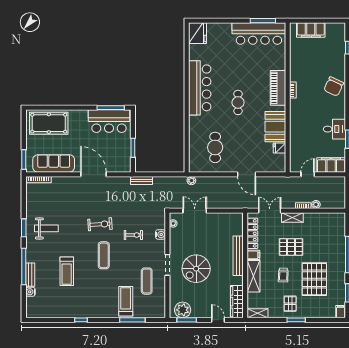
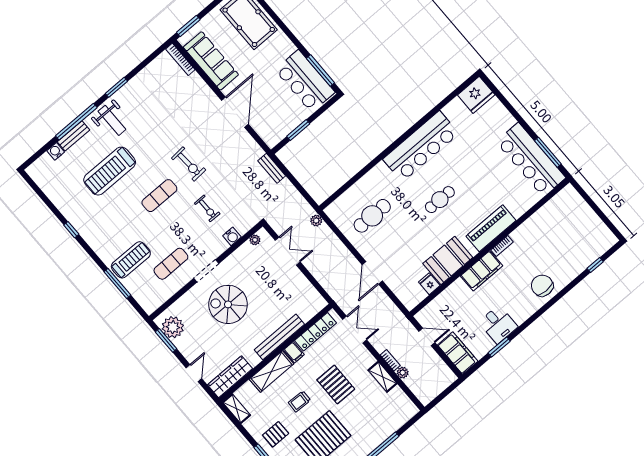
filing cabinet: (311, 30) -> (482, 271), moved, turned -90
chair: (334, 86) -> (542, 286), turned 65
shelving: (292, 218) -> (383, 377), moved
weight bench: (46, 228) -> (112, 120), moved
treadmill: (67, 271) -> (110, 171), width x1.37, depth x1.38

